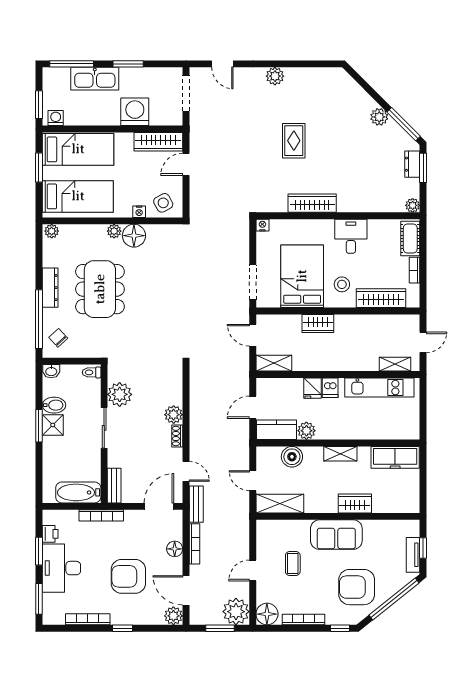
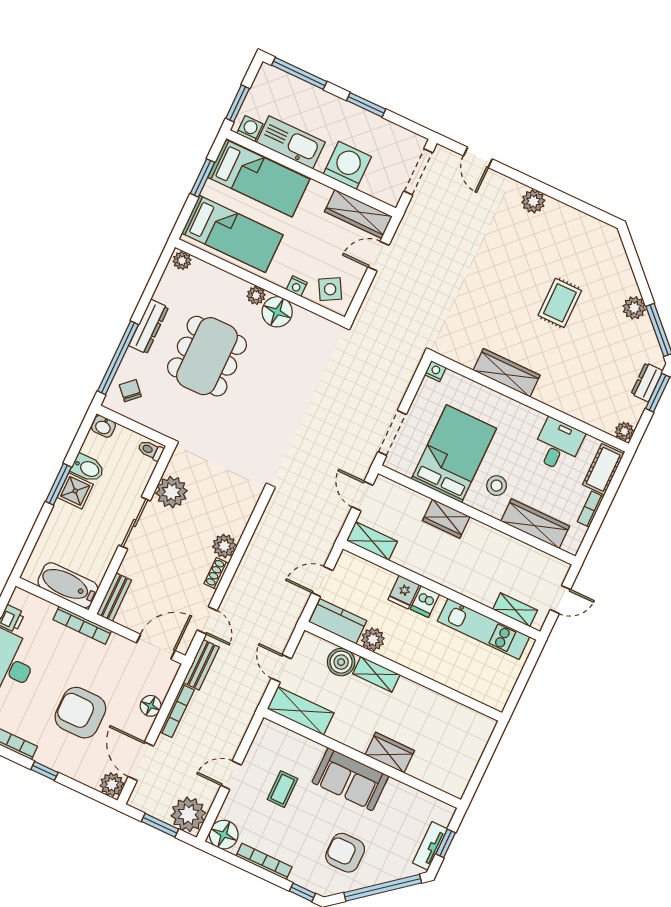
kitchen sink: (95, 79) -> (291, 142), moved, turned 180
rug: (294, 141) -> (560, 303), moved
desk: (351, 236) -> (558, 445), moved
shelving: (340, 454) -> (376, 674), moved
freezer: (395, 457) -> (463, 720), removed
armchair: (357, 587) -> (345, 853), width x0.73, depth x0.73

